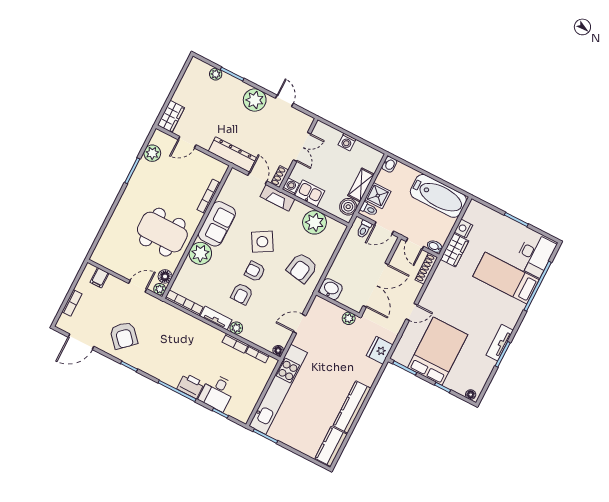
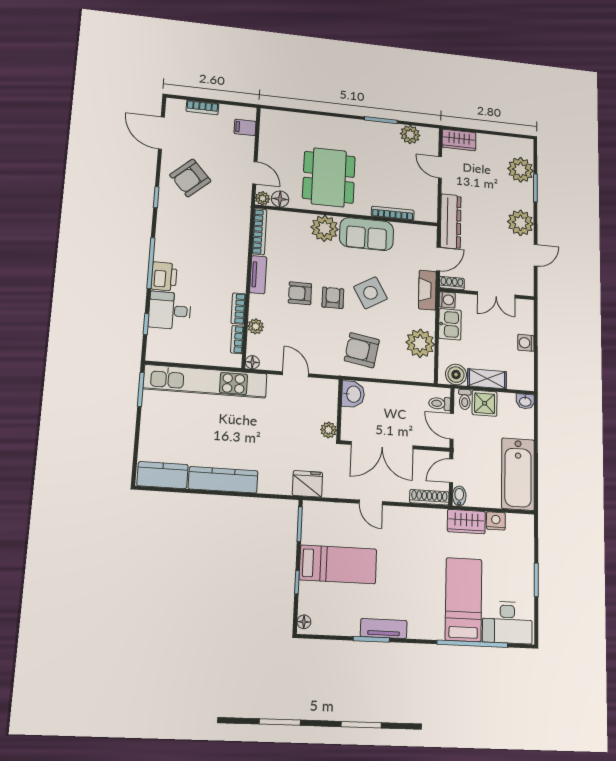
plant: (216, 74) -> (521, 170), width x1.88, depth x1.88
plant: (236, 328) -> (256, 326), moved
bed: (438, 351) -> (338, 564), width x0.67

